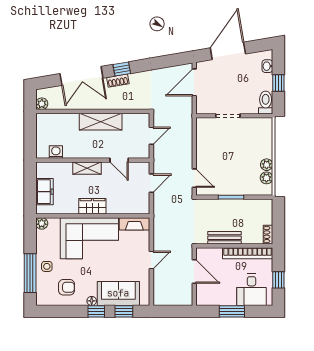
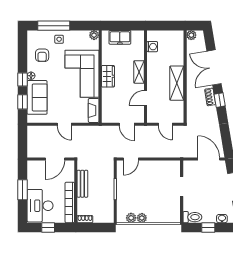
desk: (252, 290) -> (40, 206), width x1.37

